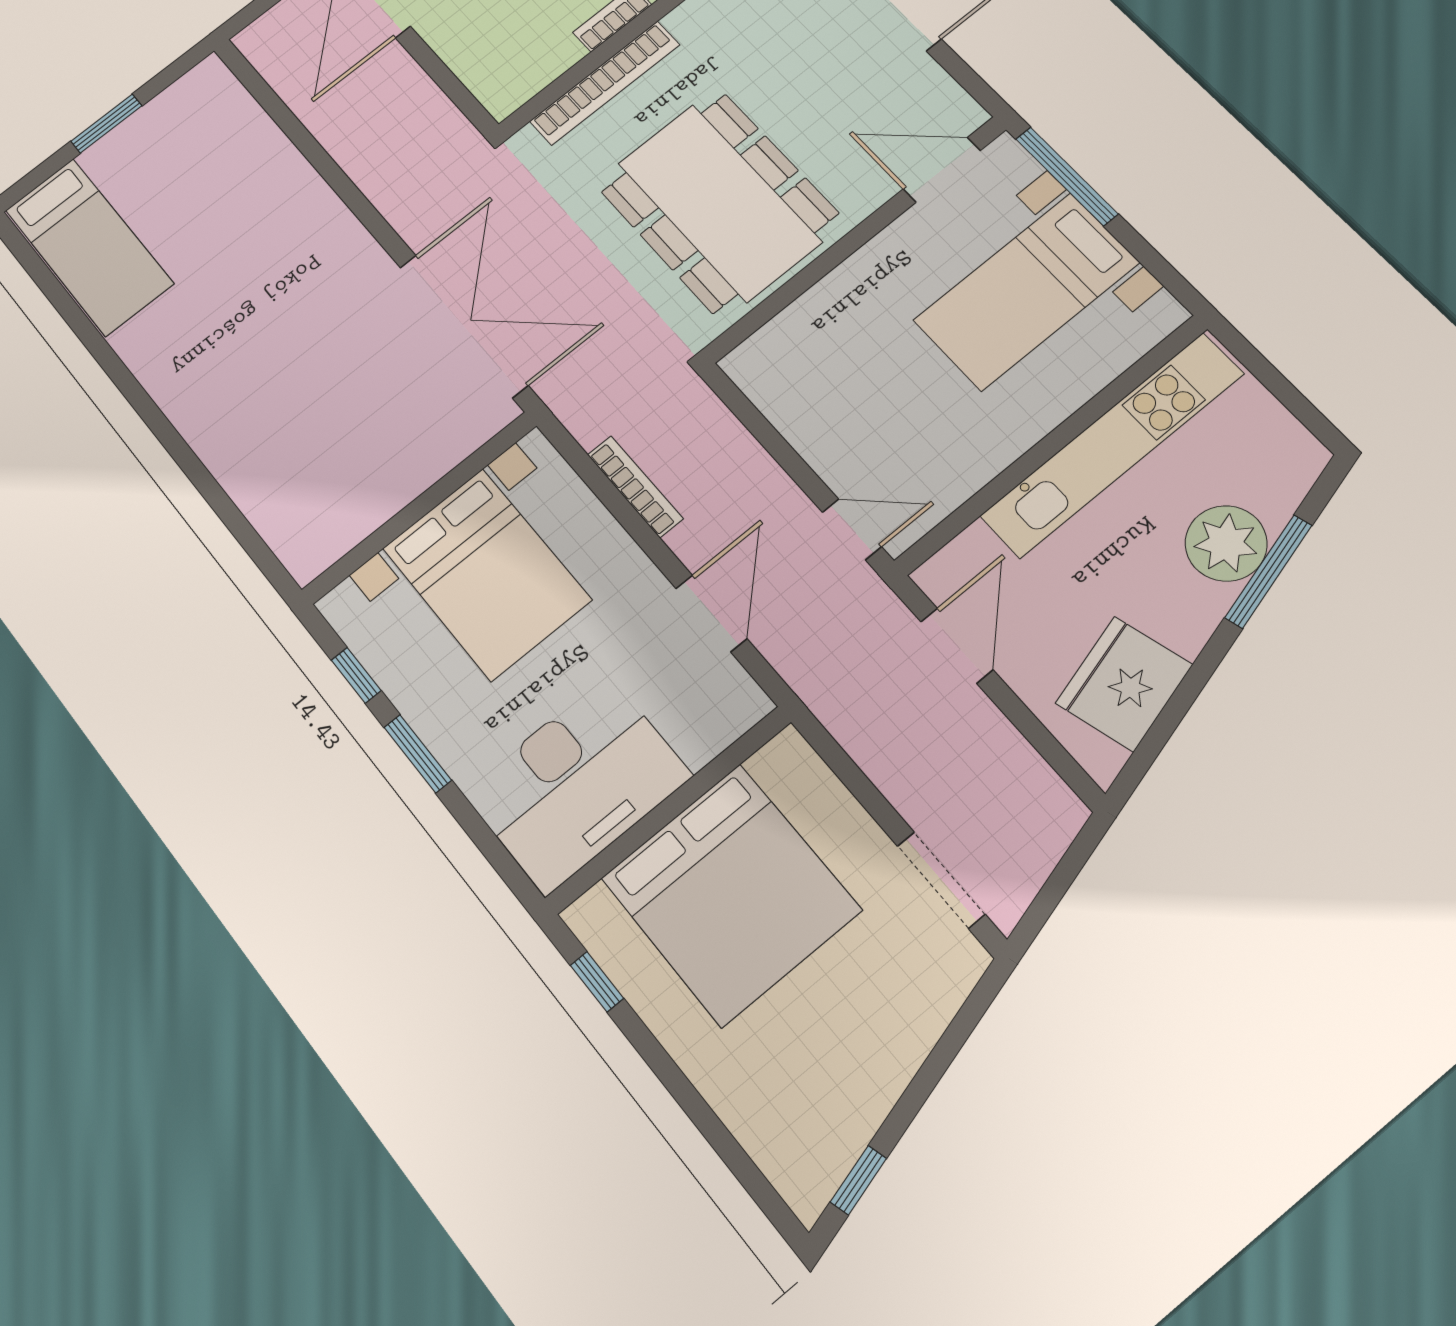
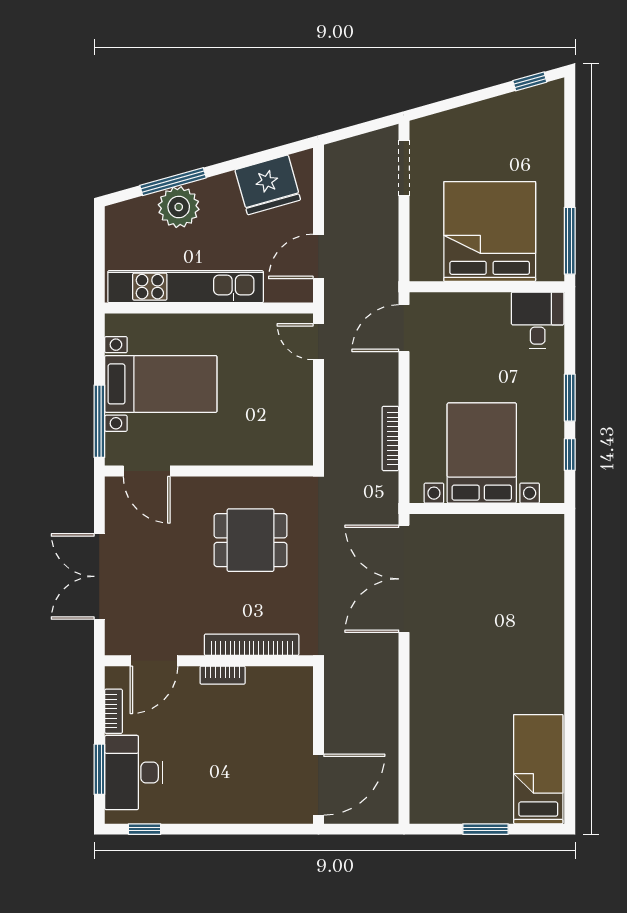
dining table: (719, 203) -> (251, 540), width x0.53, depth x0.80
door: (711, 613) -> (404, 328), moved
desk: (577, 784) -> (538, 320), width x0.53, depth x0.77
window: (597, 982) -> (570, 241), width x2.17

